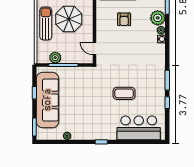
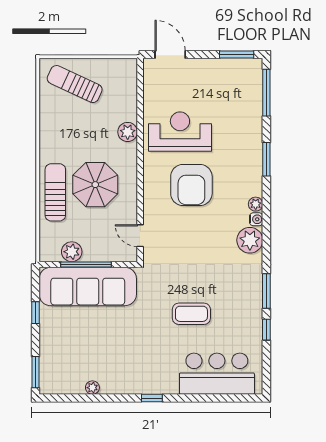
plant: (158, 18) -> (250, 240), moved
armchair: (124, 19) -> (191, 185), width x1.88, depth x1.88
sofa: (48, 100) -> (88, 287), moved, turned 90

